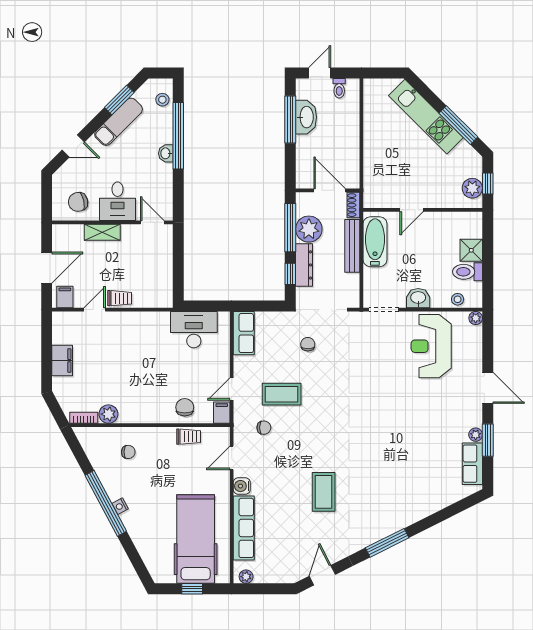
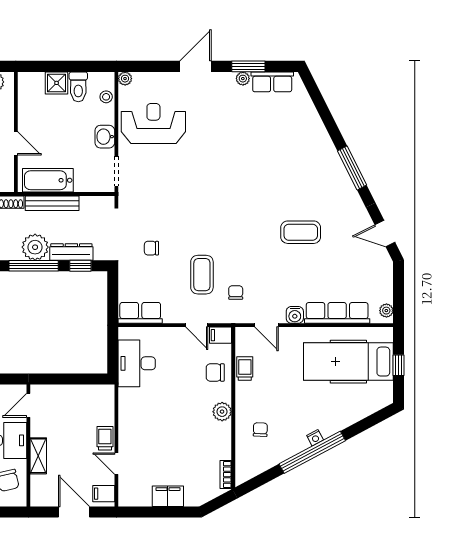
reception desk: (431, 346) -> (153, 123), turned 180
plant: (108, 414) -> (222, 412), moved

